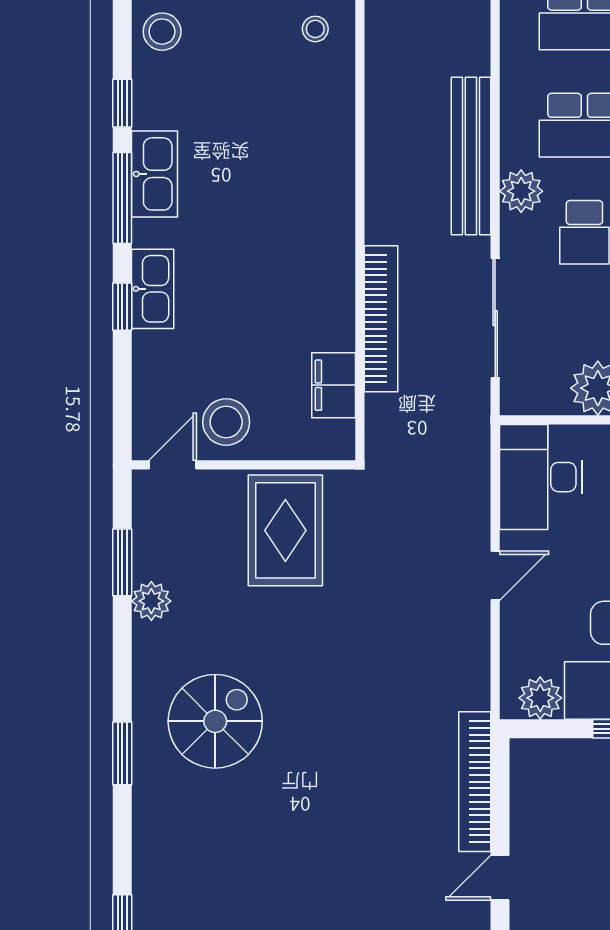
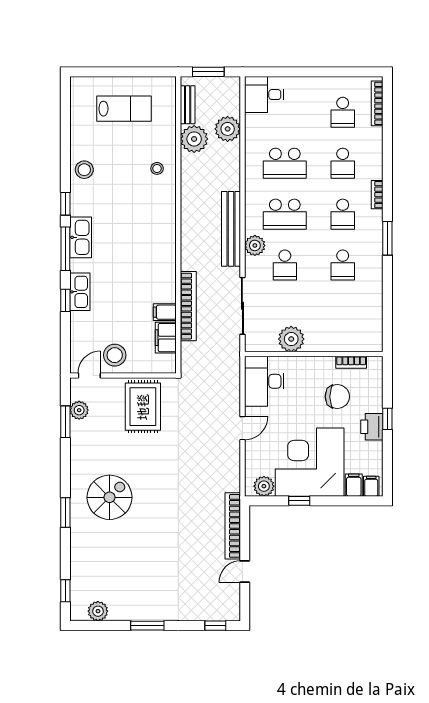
filing cabinet: (331, 332) -> (165, 312), added
plant: (151, 601) -> (79, 410), moved

